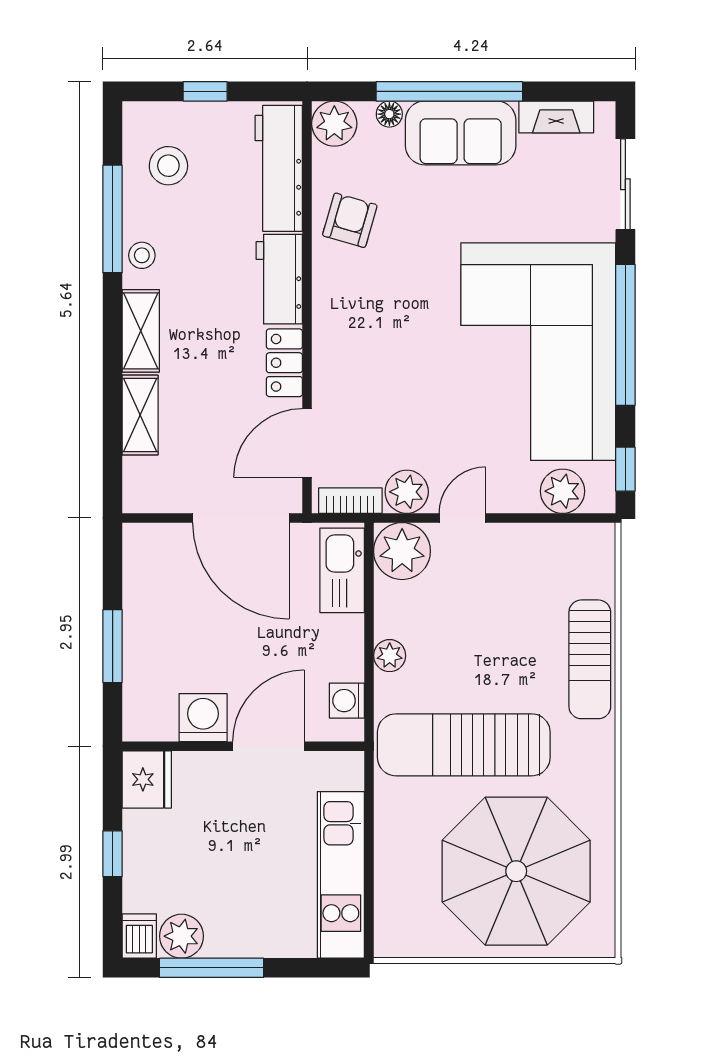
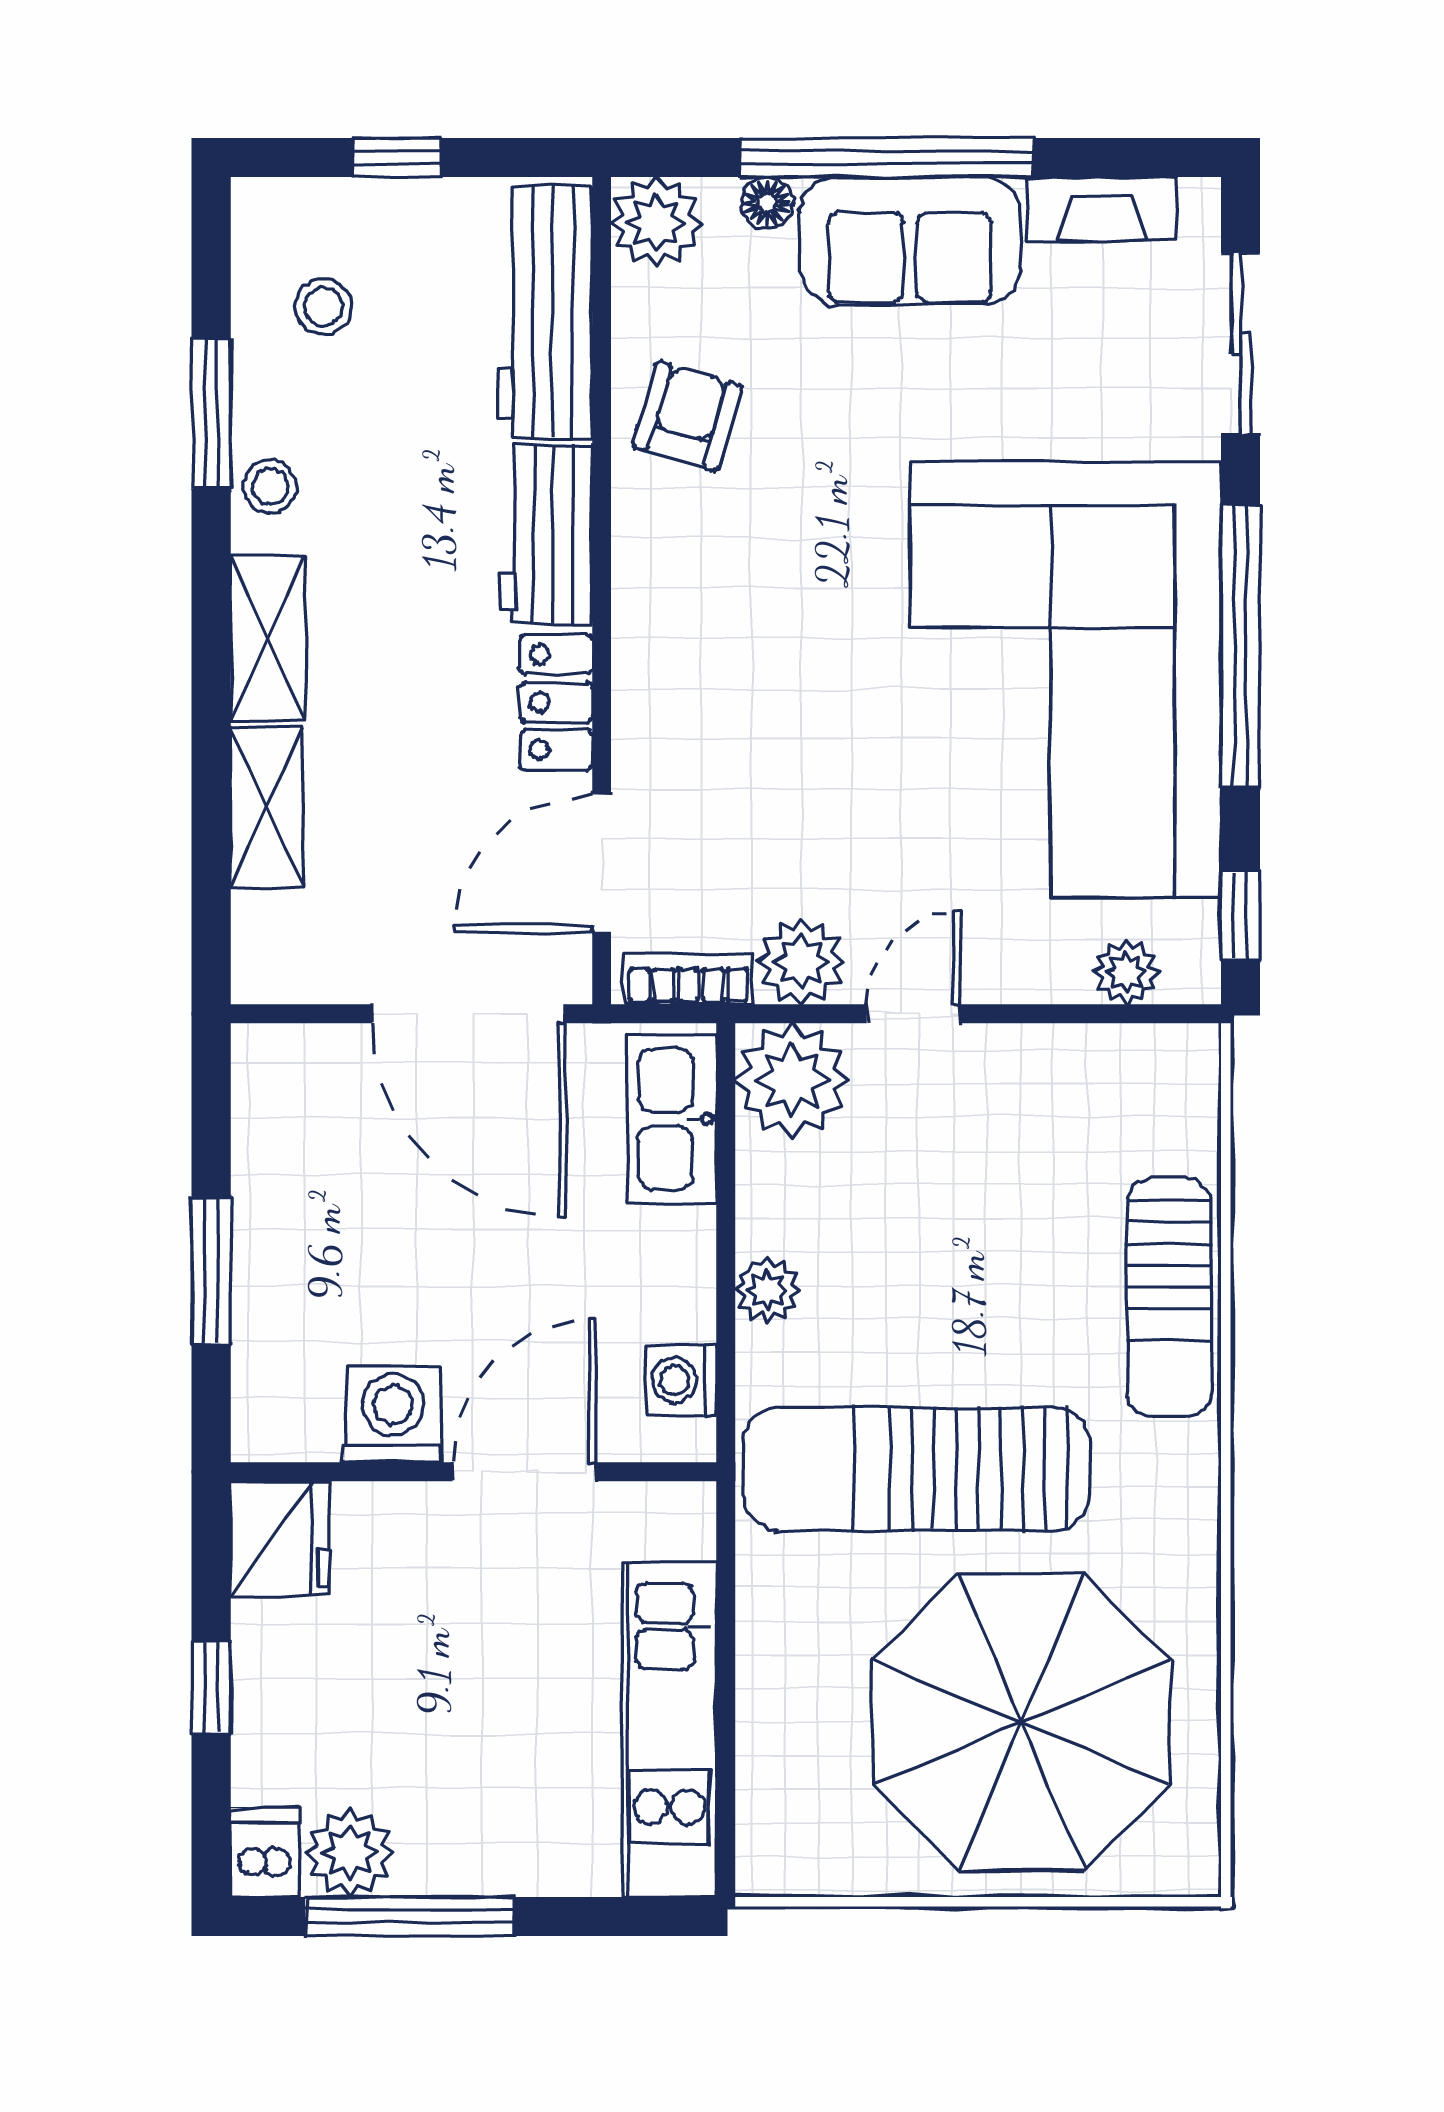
stool: (168, 166) -> (323, 307), width x0.73, depth x0.73
window: (113, 219) -> (211, 414), width x0.69
plant: (563, 491) -> (1126, 972), width x0.73, depth x0.73

